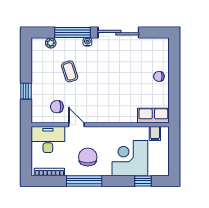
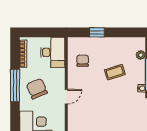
door: (76, 125) -> (66, 97), moved
chair: (88, 157) -> (37, 89), turned -113

